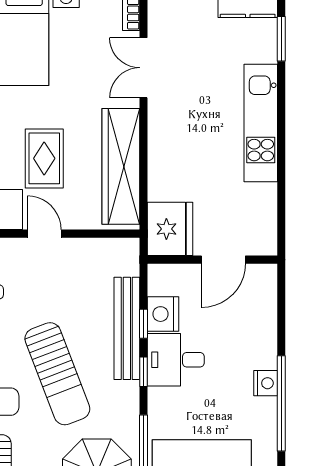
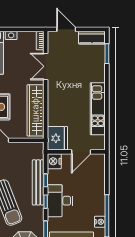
kitchen unit: (261, 123) -> (98, 109), moved
nightstand: (163, 314) -> (54, 161), moved
desk: (176, 360) -> (60, 201), width x1.37
nightstand: (266, 383) -> (100, 222), moved

